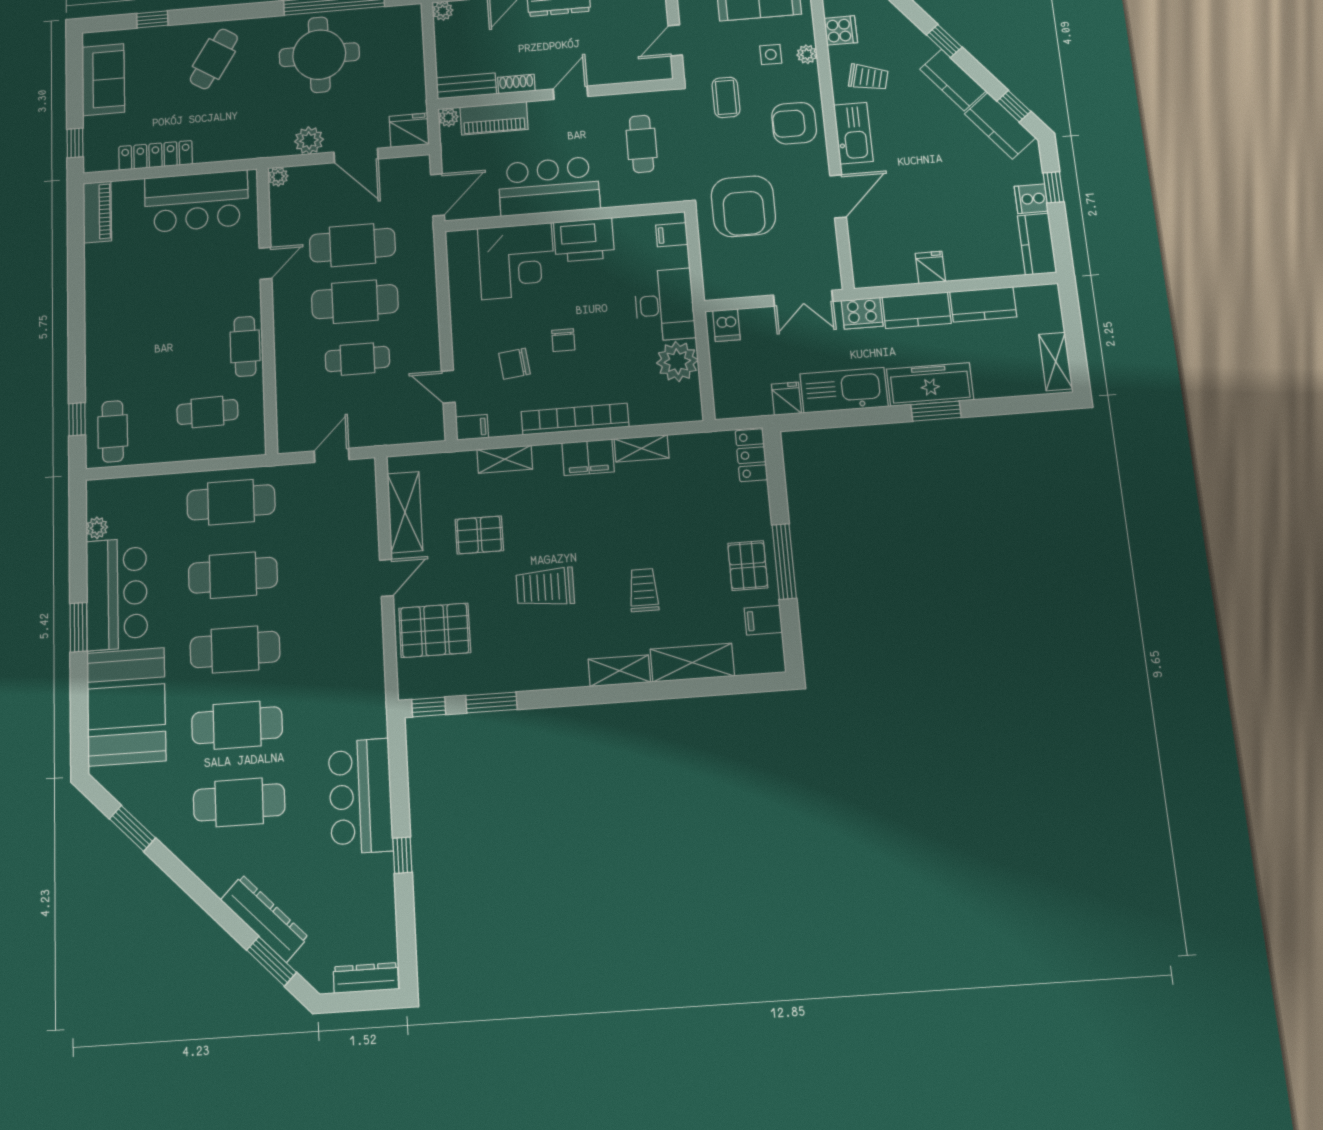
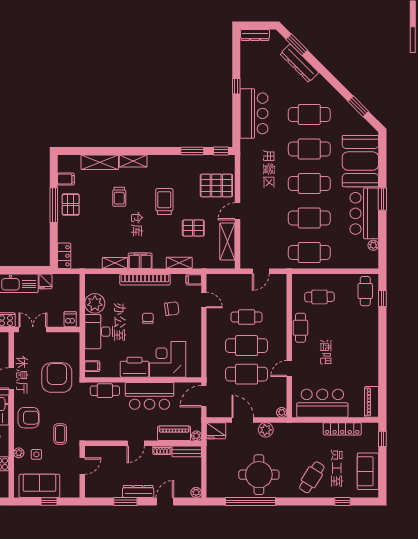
cafe table: (642, 144) -> (105, 391), moved, turned 90
trolley: (545, 587) -> (164, 202), turned -90

